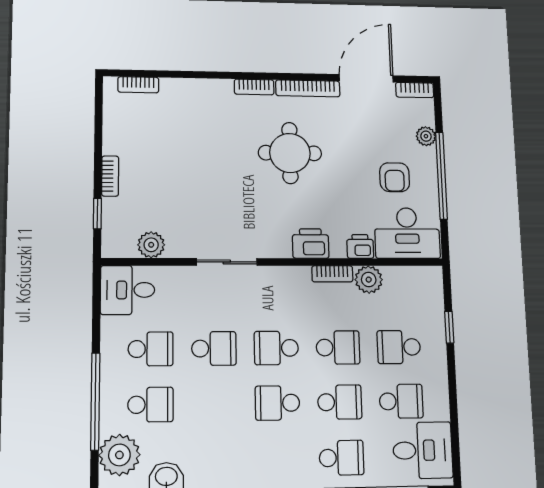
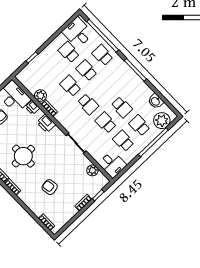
armchair: (194, 146) -> (50, 187), added
school desk: (399, 347) -> (53, 68), removed
school desk: (277, 403) -> (122, 107), moved

